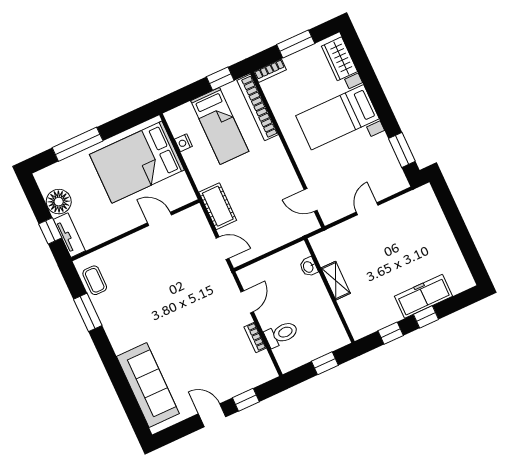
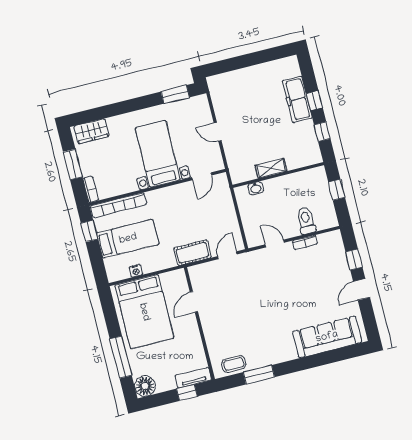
bed with nightstands: (337, 117) -> (158, 154), moved, turned 180
floor lamp: (59, 202) -> (145, 386), moved

